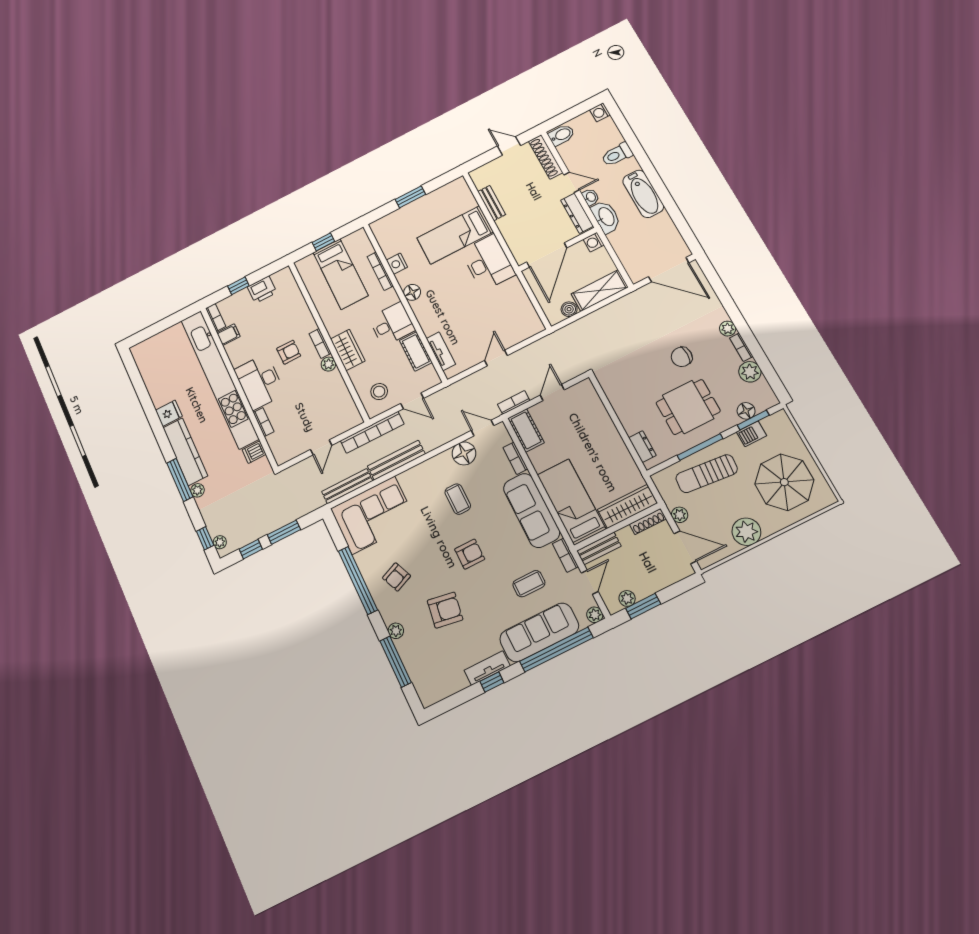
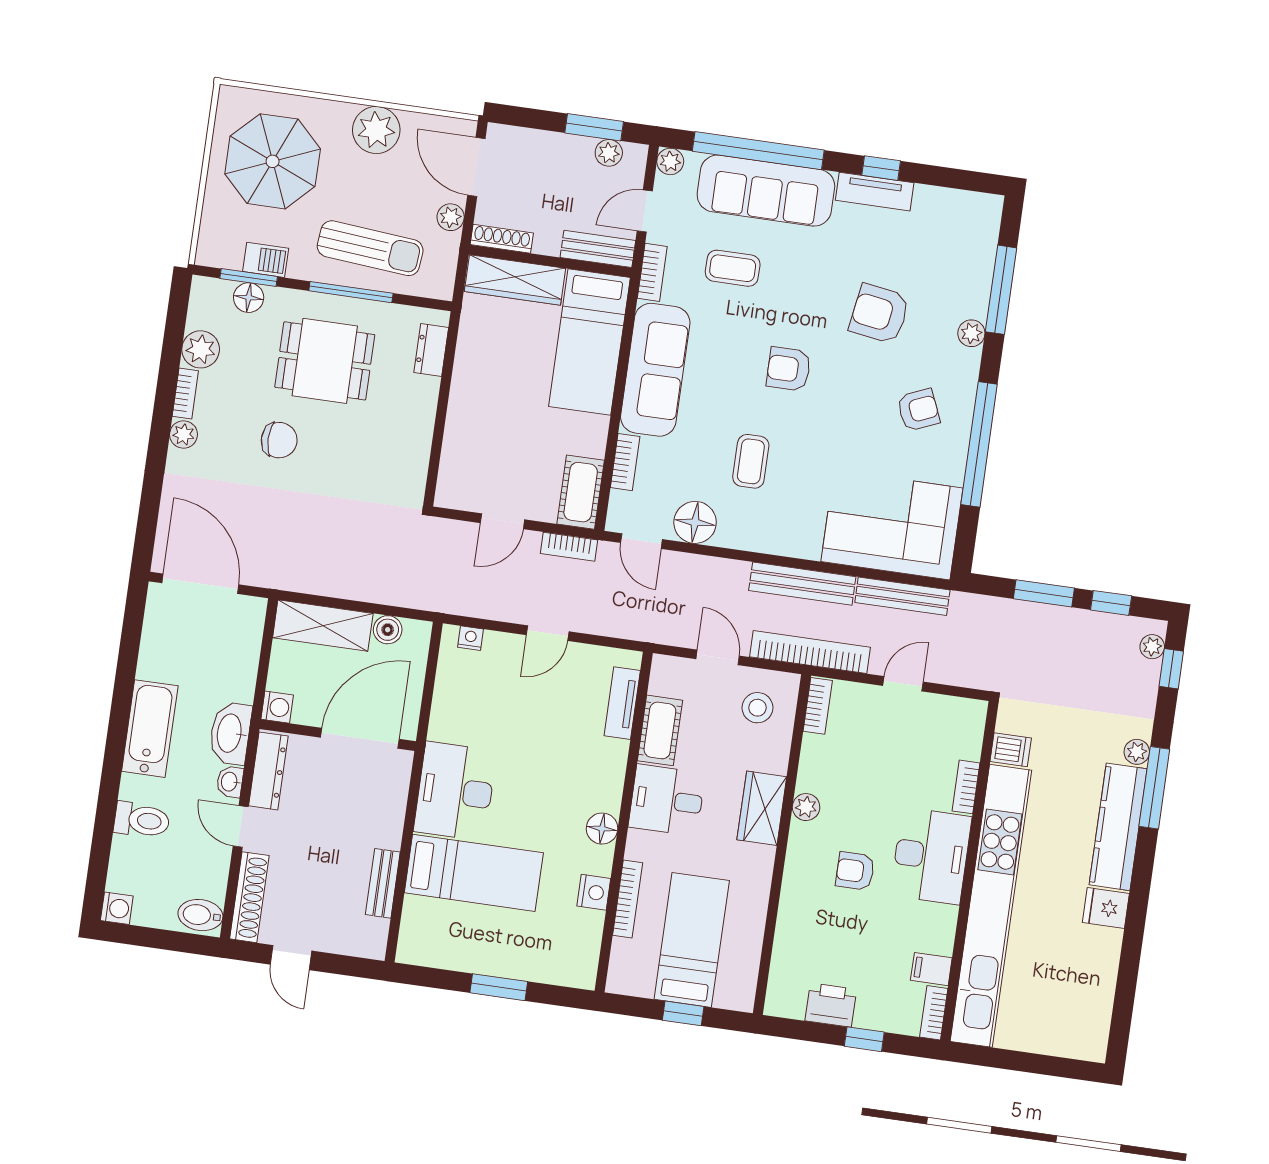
nightstand: (529, 332) -> (471, 638), added
bookcase: (320, 343) -> (818, 706), moved

